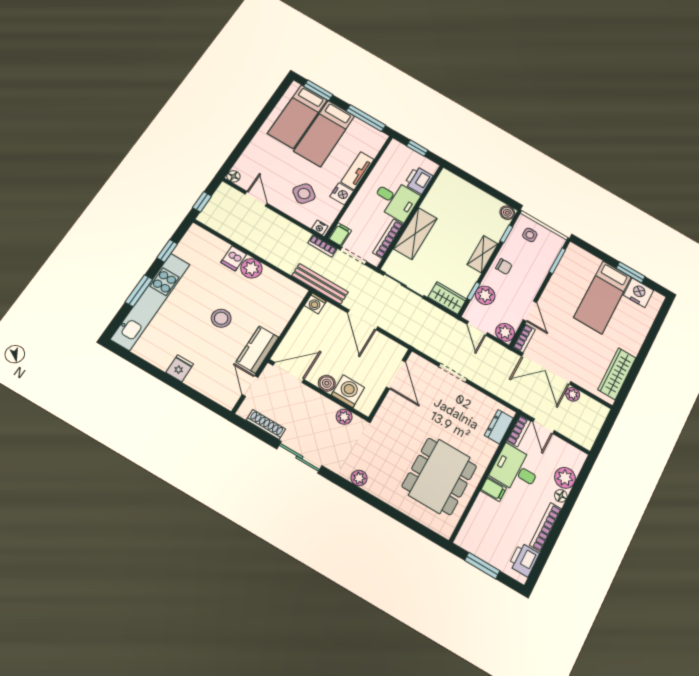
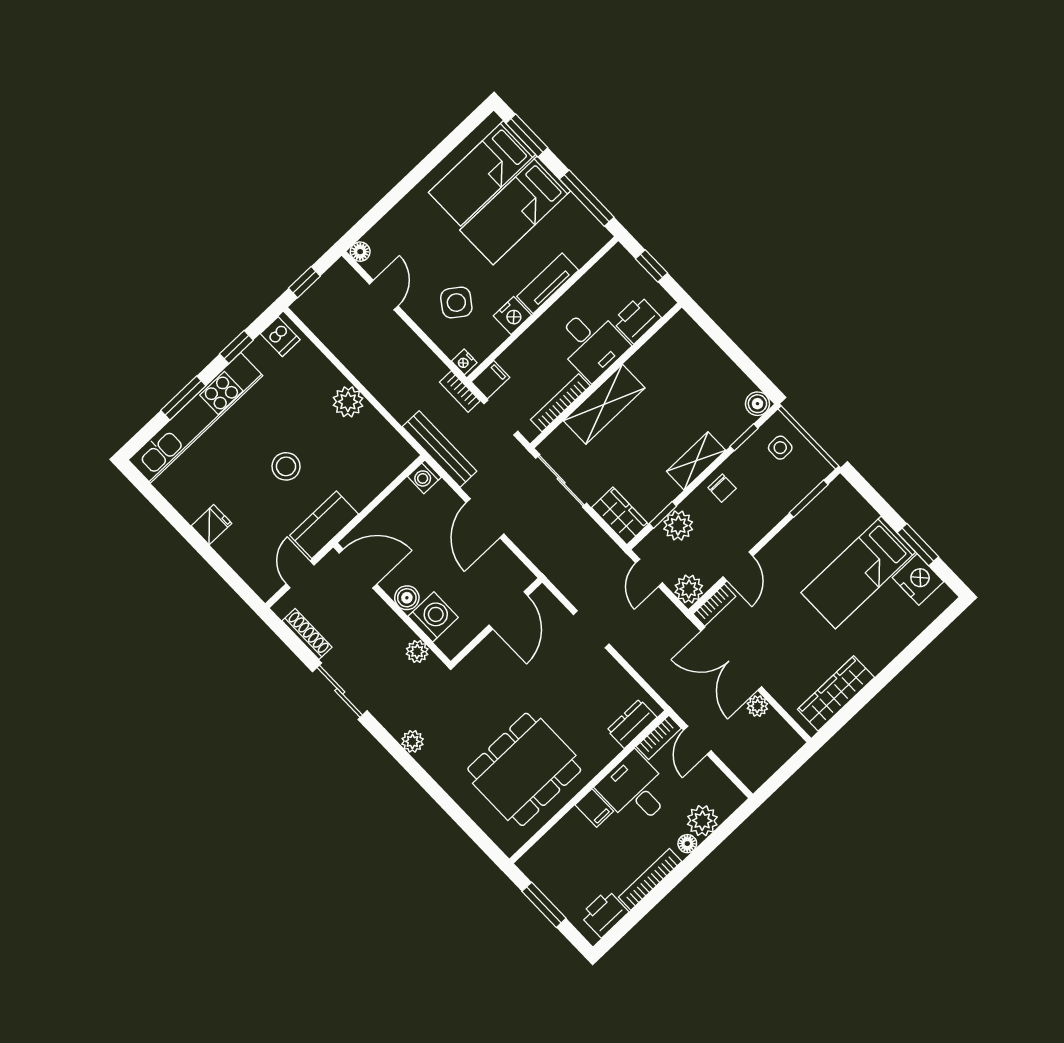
dishwasher: (234, 258) -> (280, 337), moved, turned -90

